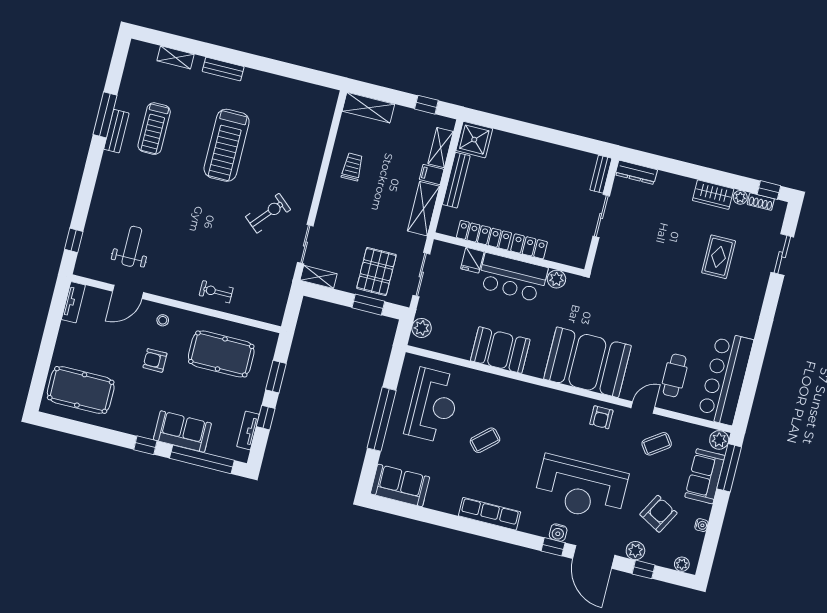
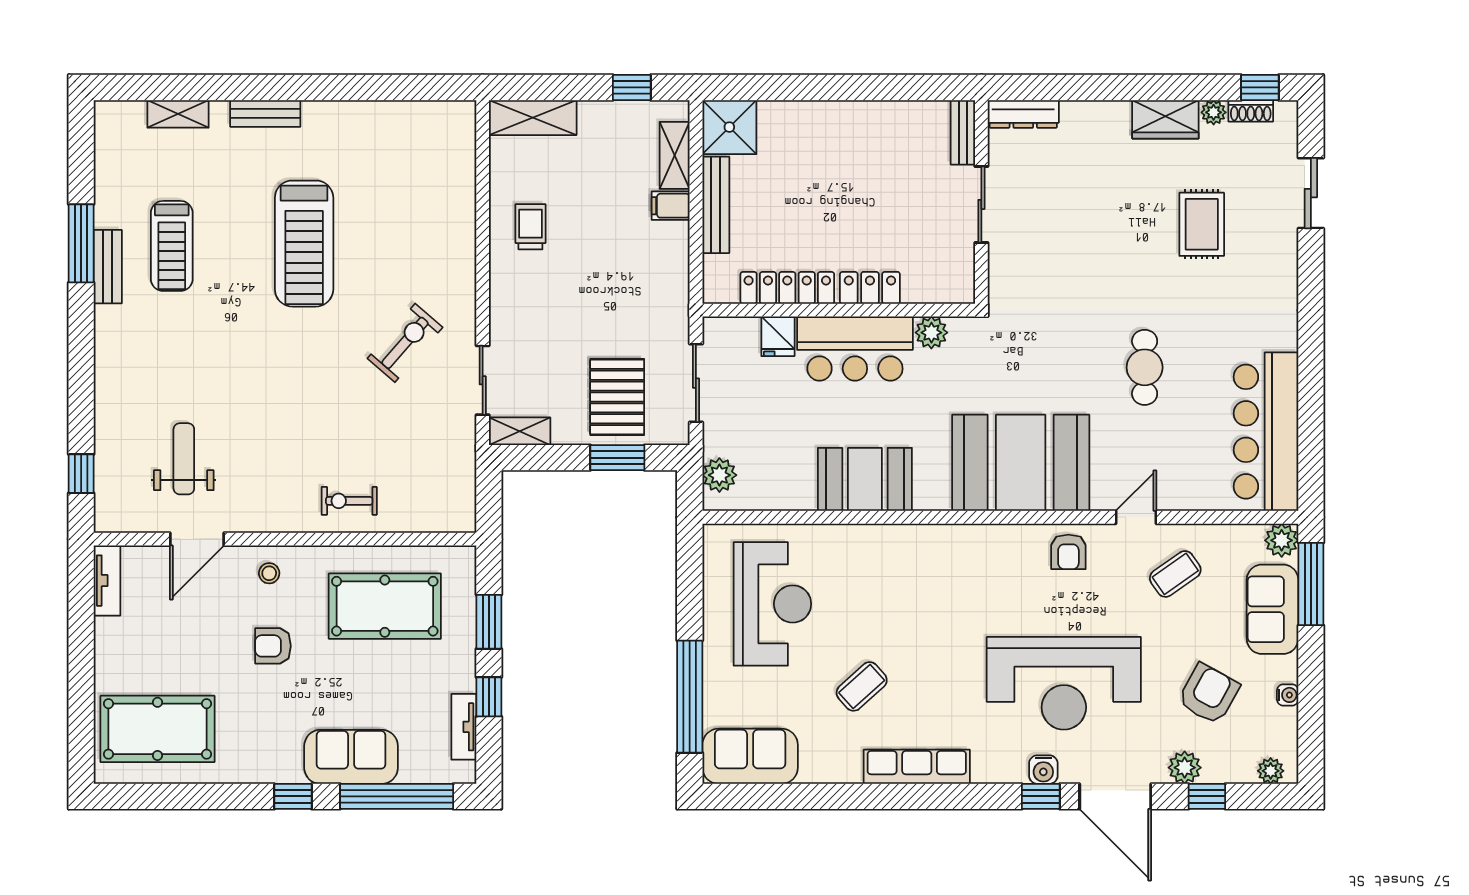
shelving: (423, 209) -> (671, 268), removed
cafe table: (675, 375) -> (1145, 367), moved
window: (382, 419) -> (690, 697), moved
coffee table: (485, 440) -> (862, 686), moved

